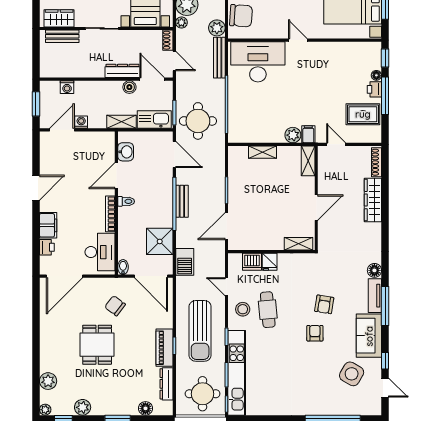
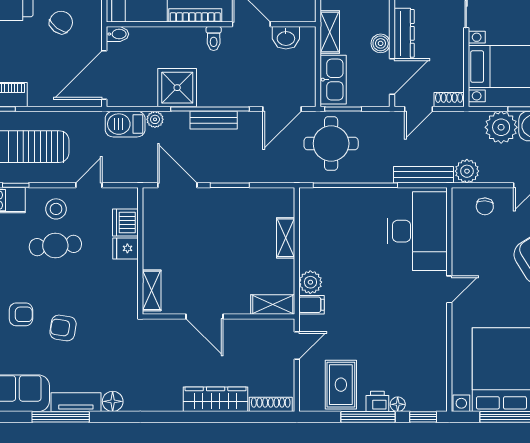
chair: (241, 16) -> (485, 206), width x0.54, depth x0.54
plant: (181, 22) -> (155, 119), moved
shower: (160, 241) -> (177, 88), moved

